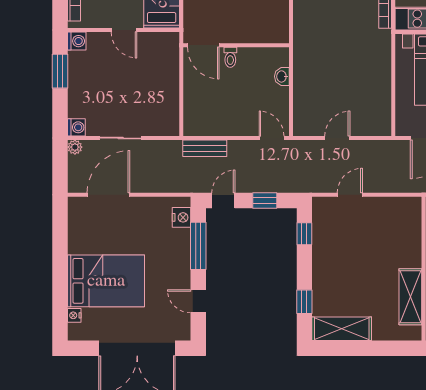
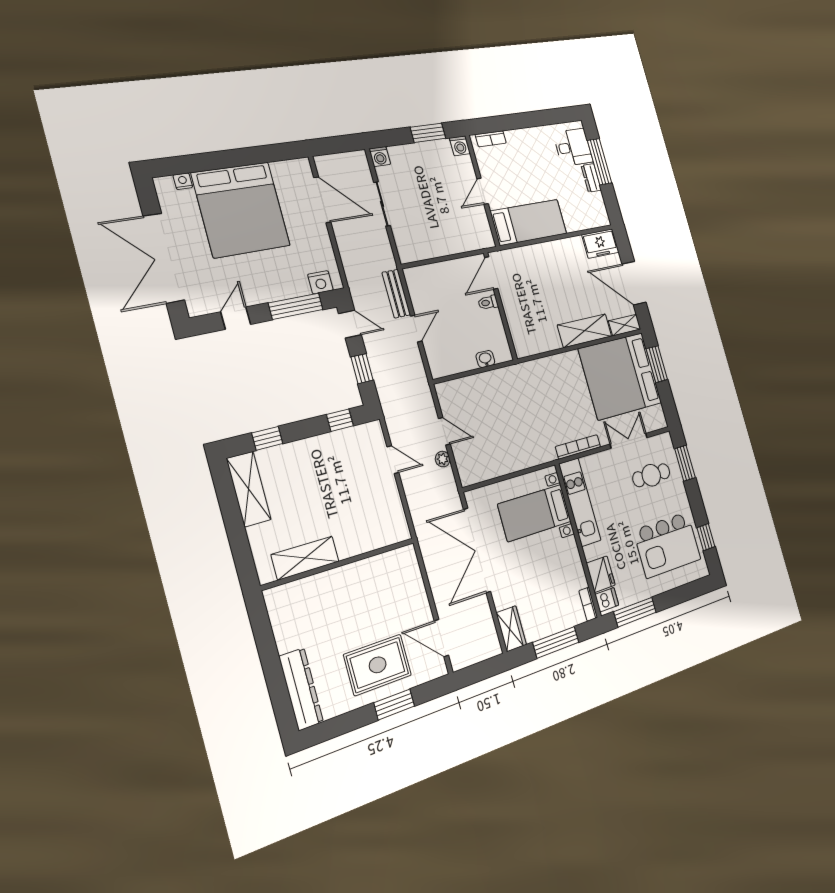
door: (272, 138) -> (416, 329), moved
plant: (75, 147) -> (443, 459), moved
bed: (106, 281) -> (241, 210), width x1.36

